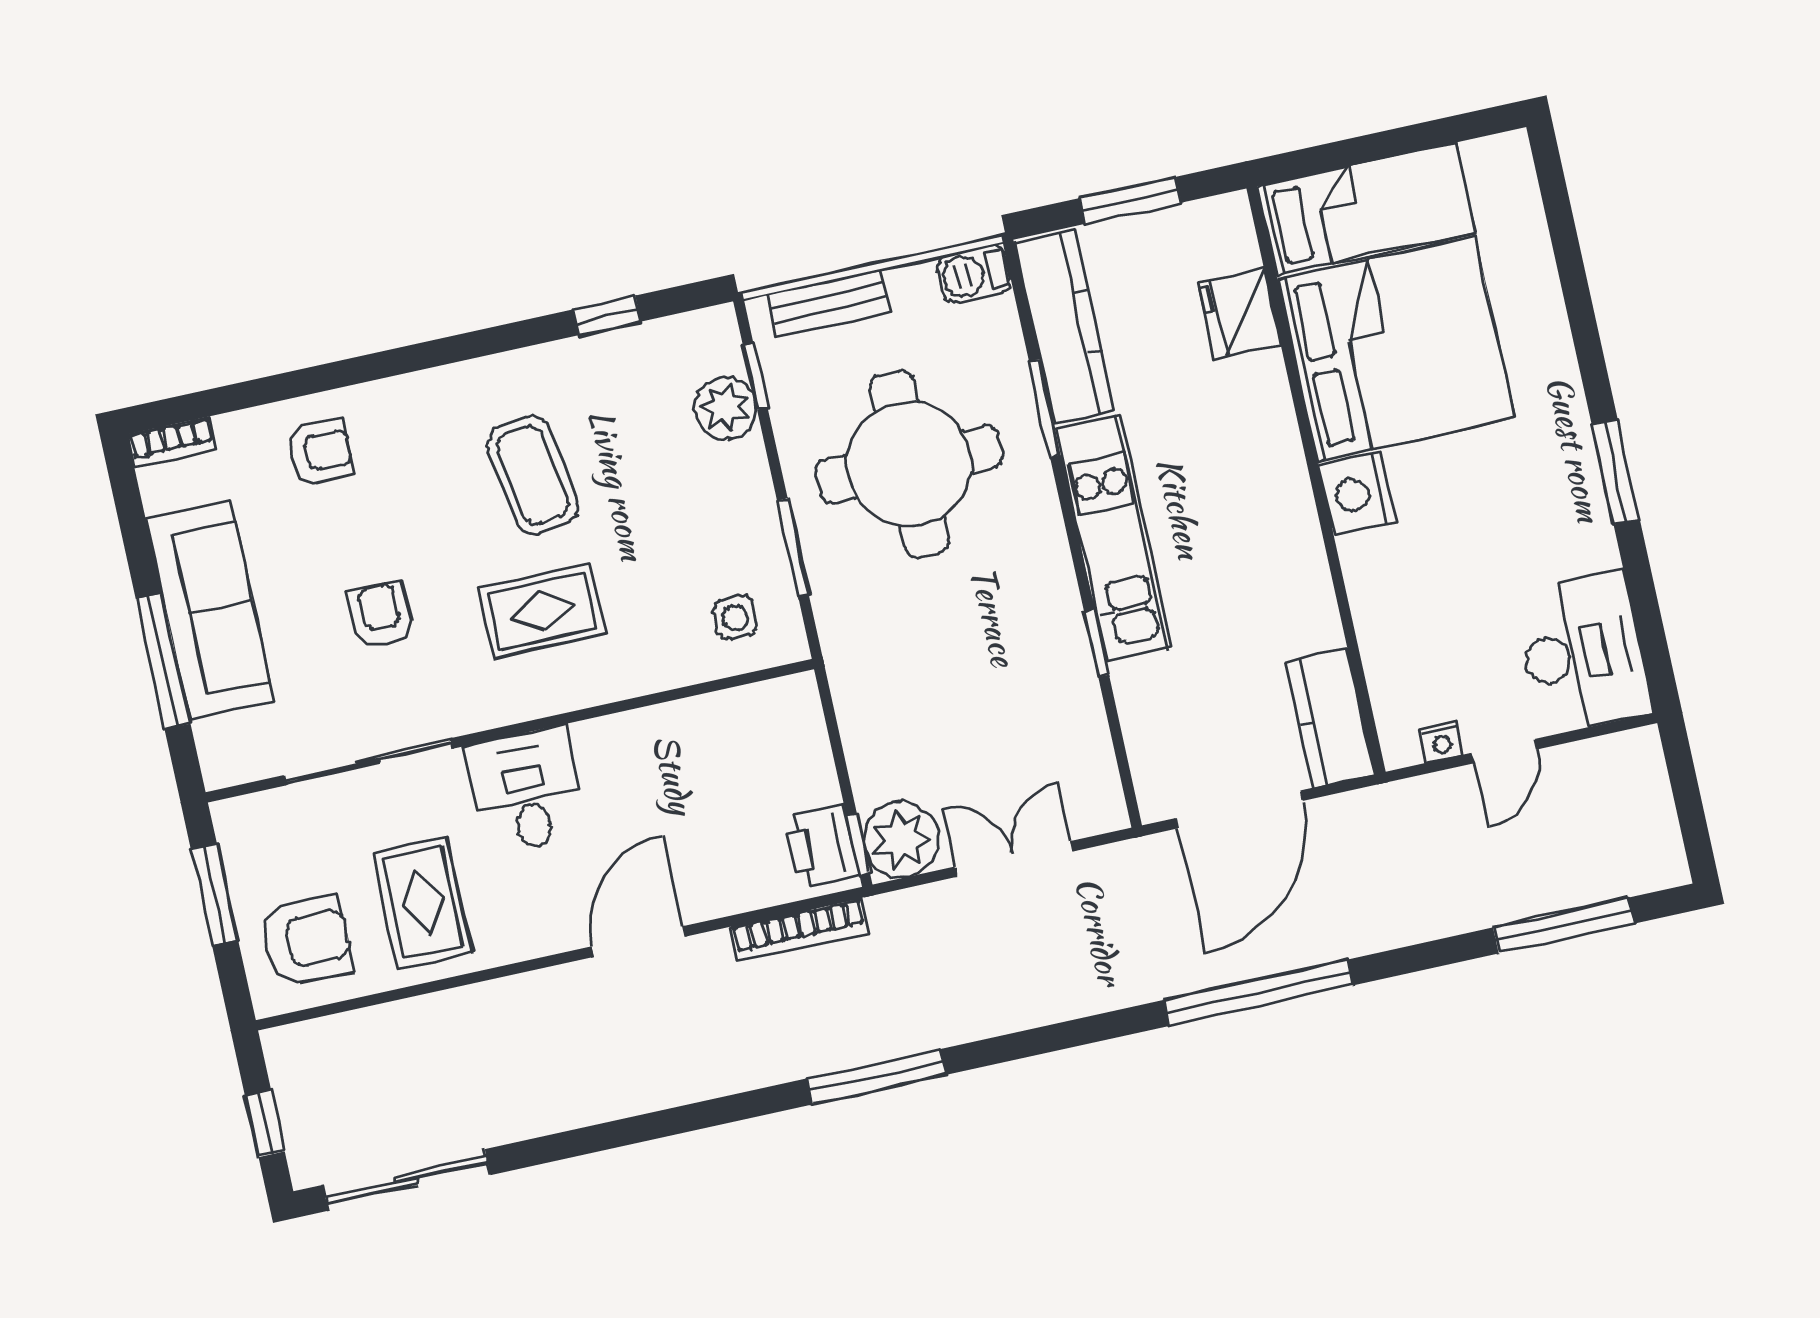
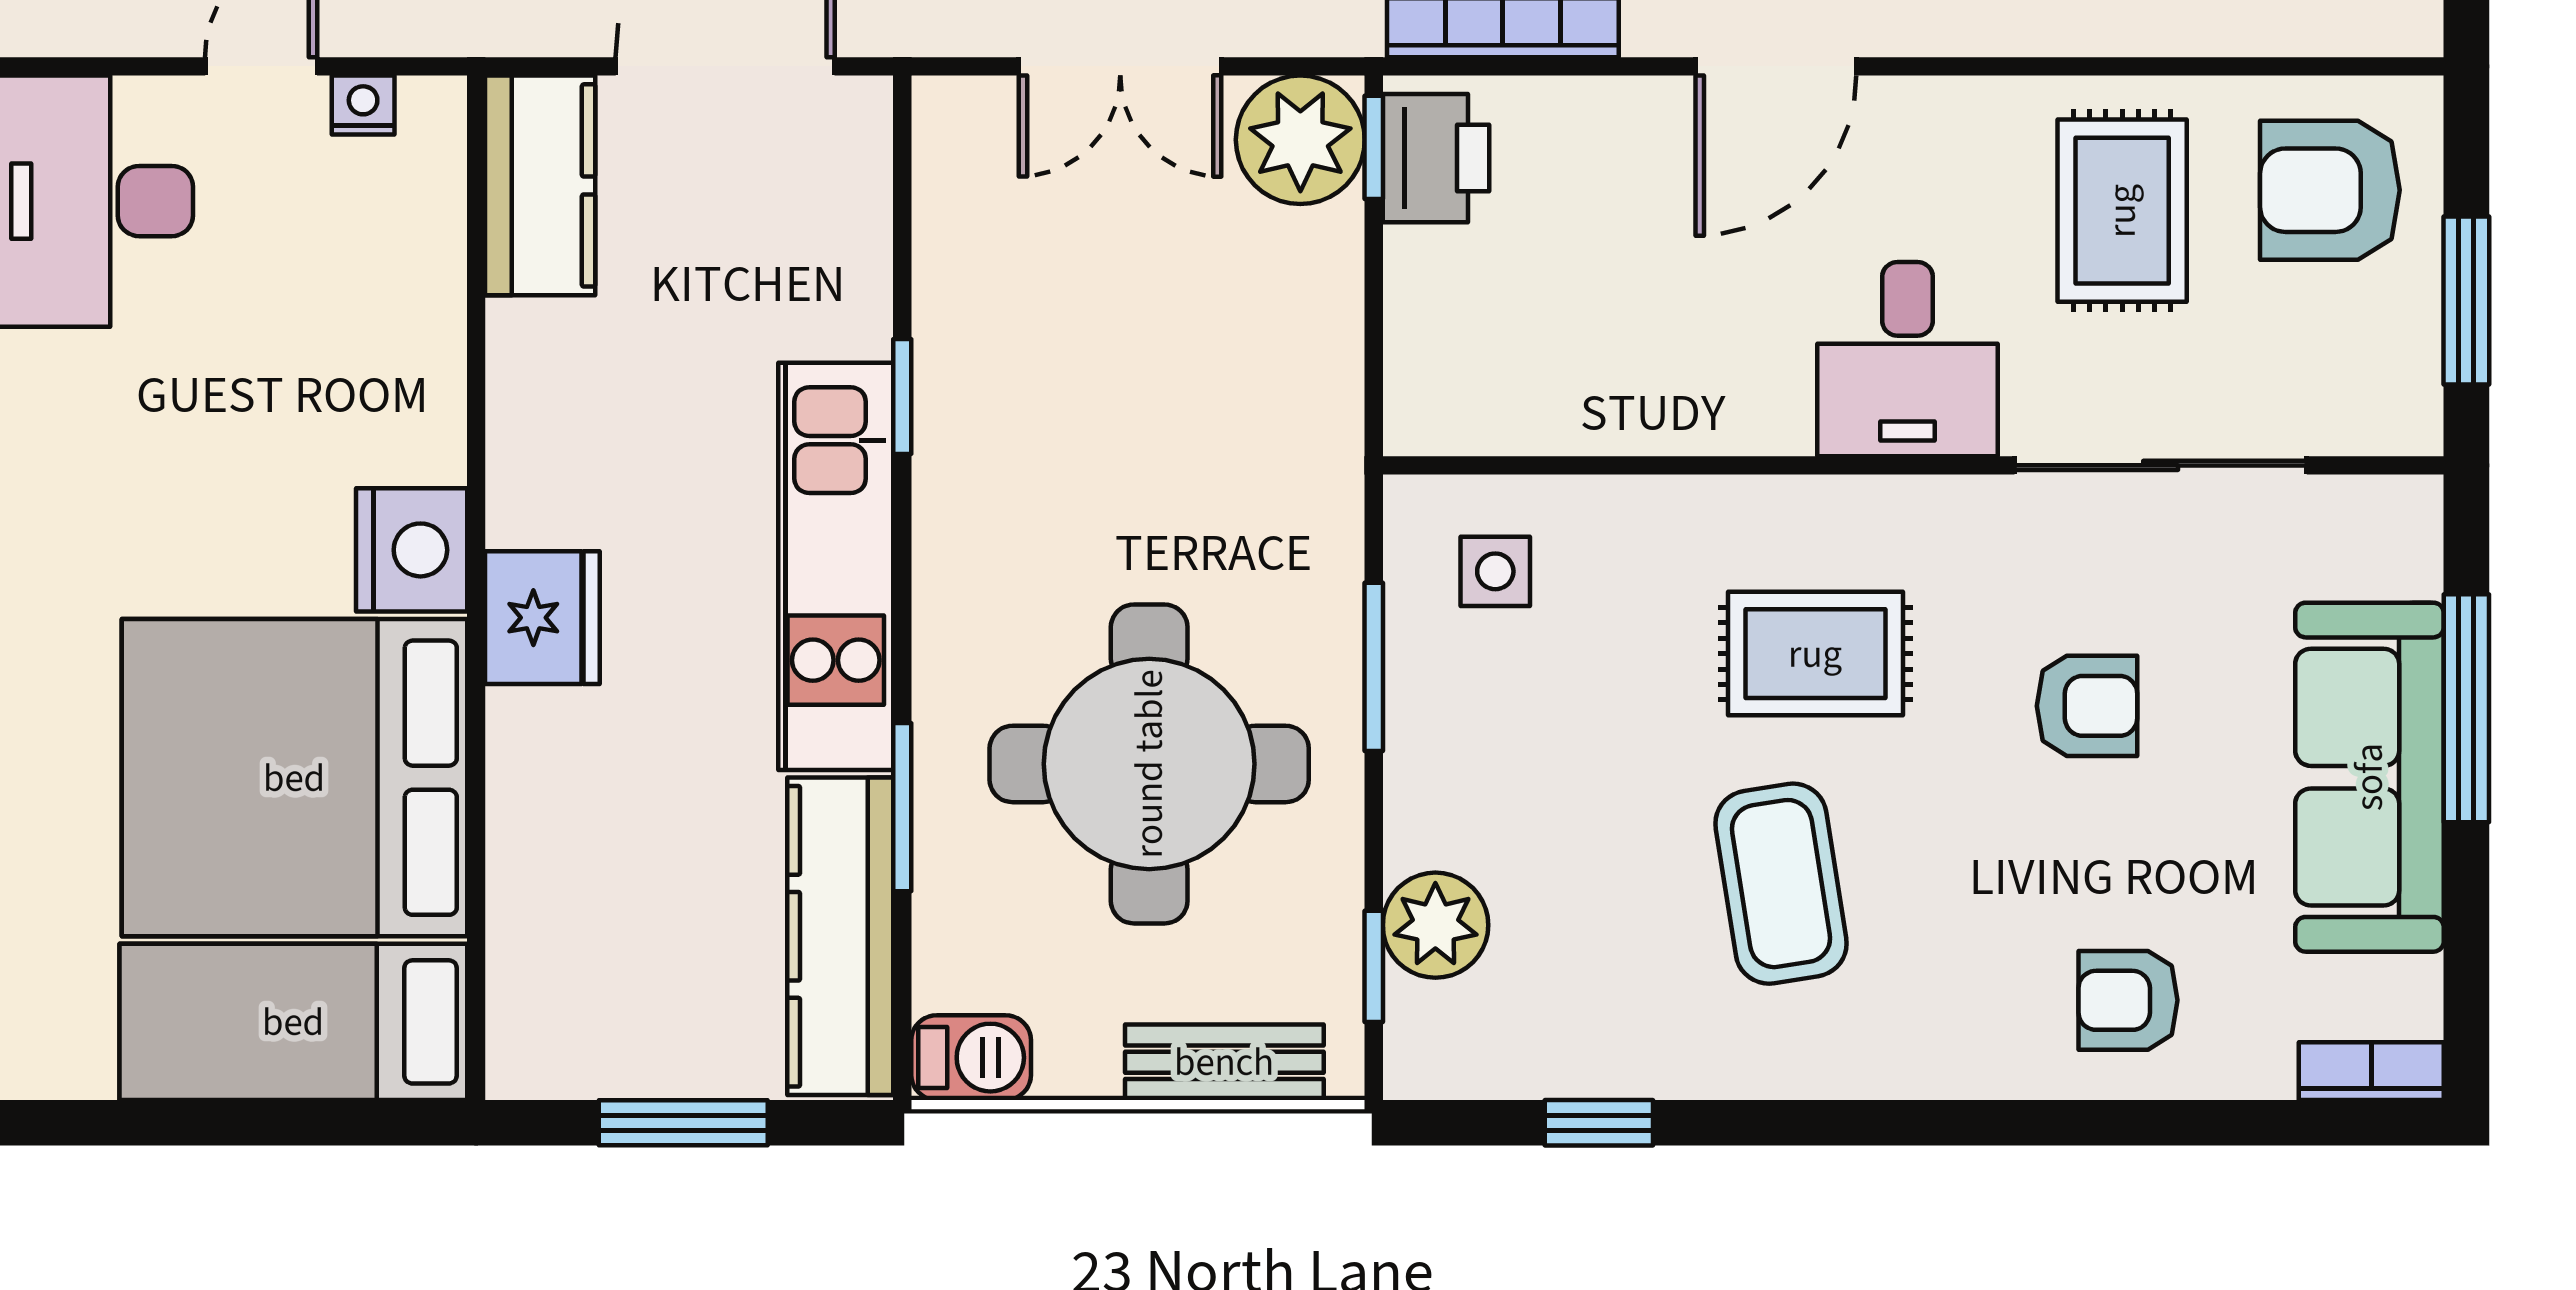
fridge: (1240, 313) -> (542, 618), moved
armchair: (380, 615) -> (2087, 706), turned -90

